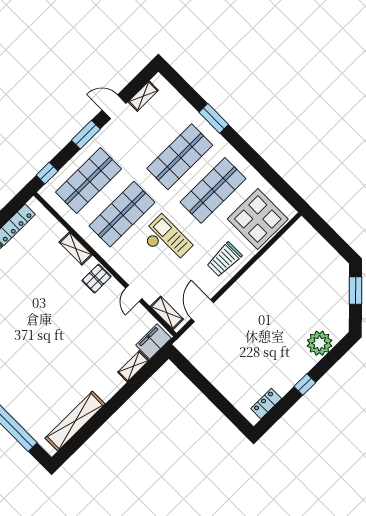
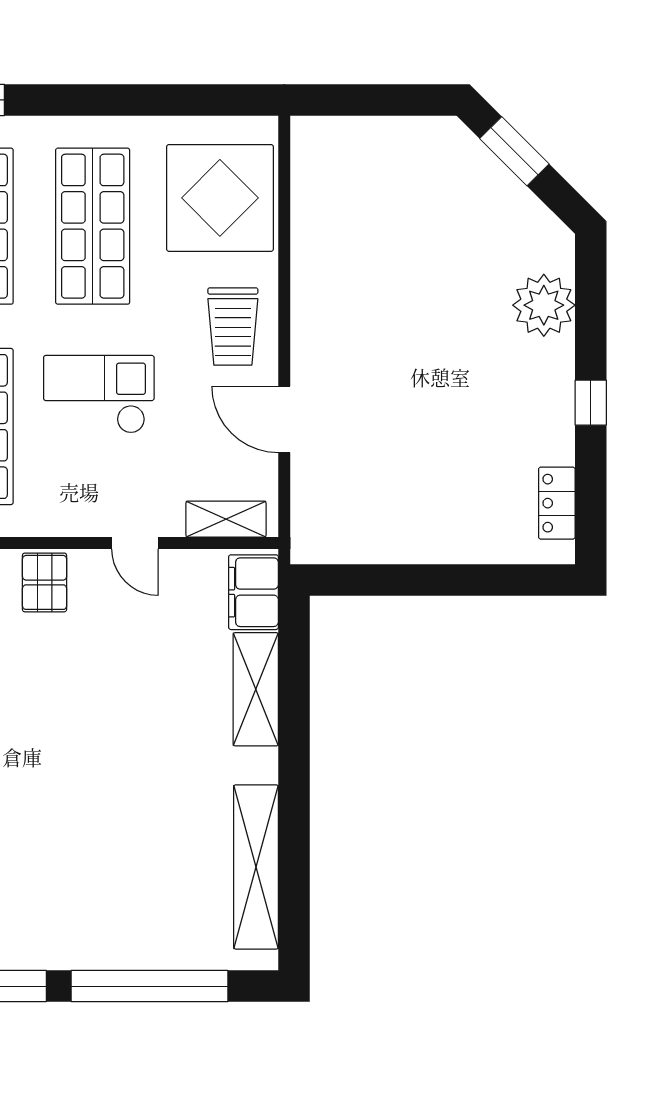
door: (202, 311) -> (284, 419), moved
shelving: (133, 366) -> (256, 689), width x1.50, depth x1.33

